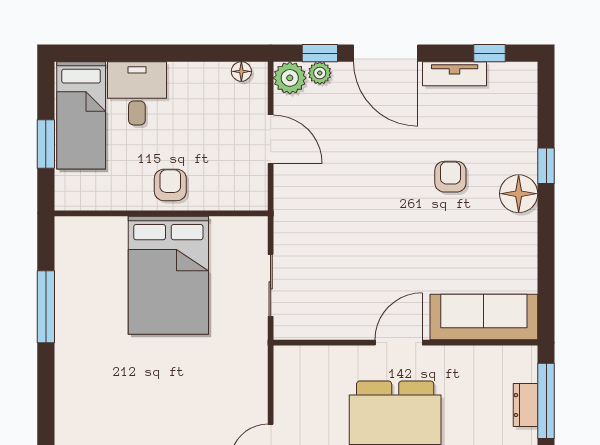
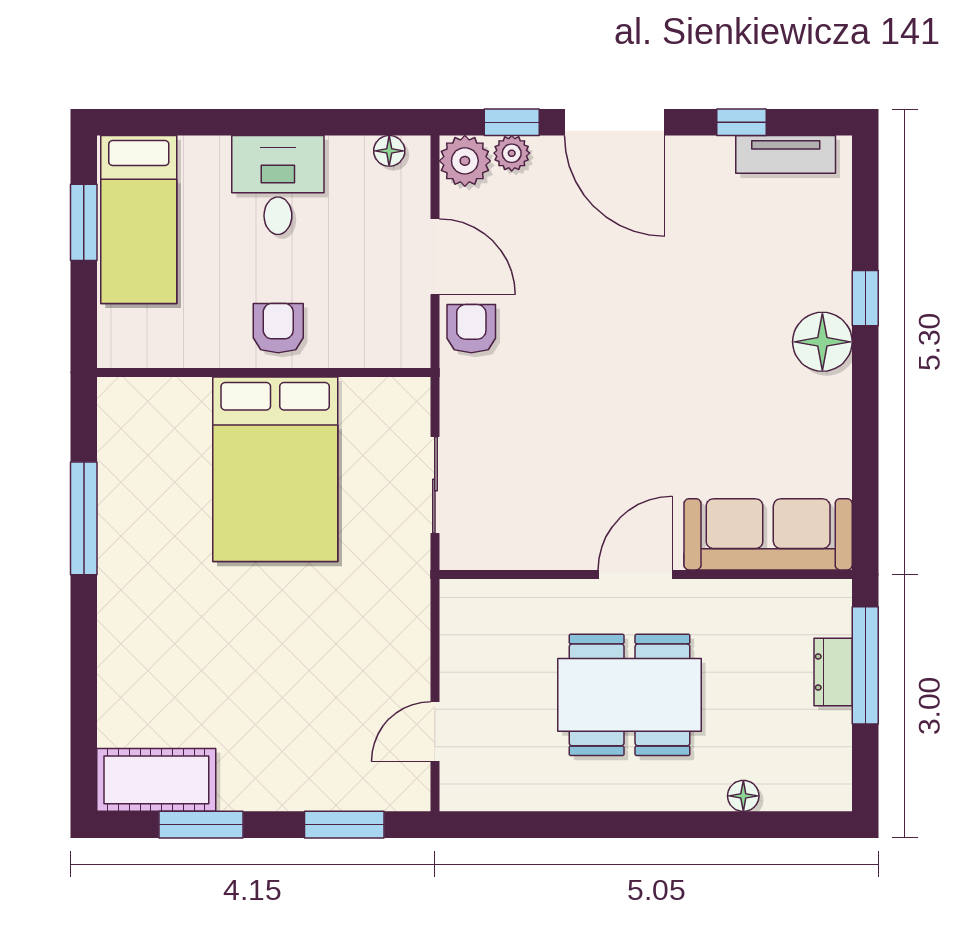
window: (489, 53) -> (741, 122), moved
tv unit: (455, 74) -> (786, 154), moved
desk: (137, 93) -> (278, 185), moved
window: (46, 144) -> (84, 222), moved
armchair: (450, 177) -> (471, 329), moved

